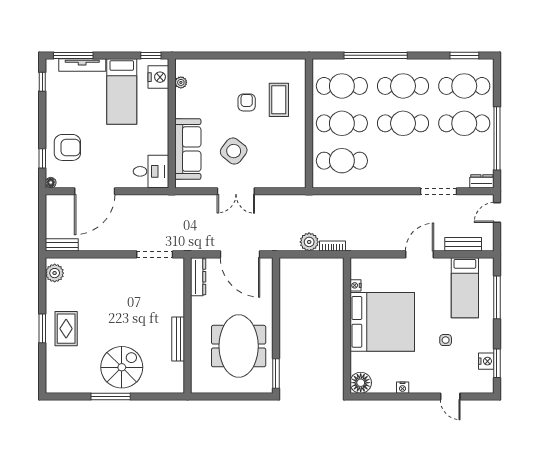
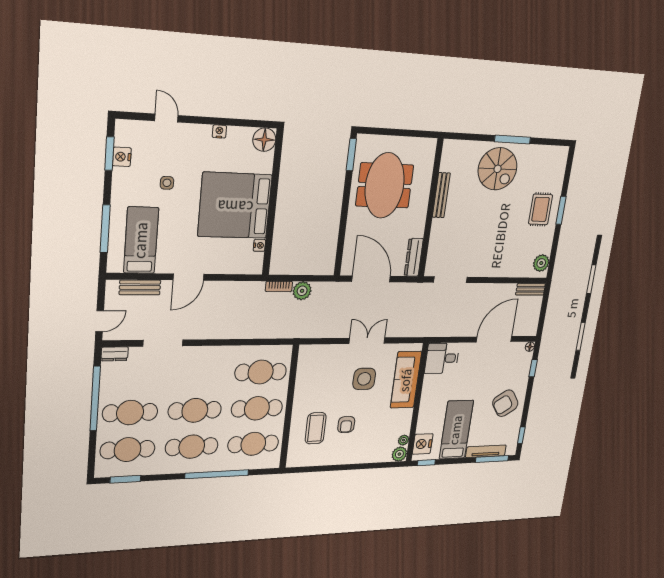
plant: (183, 67) -> (399, 454), added
armchair: (67, 147) -> (505, 403), moved, turned -33
side table: (234, 151) -> (364, 379), turned -38
spiral stairs: (122, 367) -> (498, 169), turned -90

